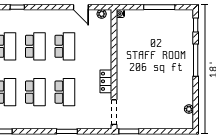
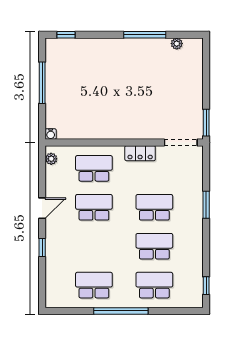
window: (17, 7) -> (42, 248), moved
door: (81, 7) -> (42, 208), moved
school desk: (35, 46) -> (94, 168), moved
window: (196, 60) -> (145, 35), moved

